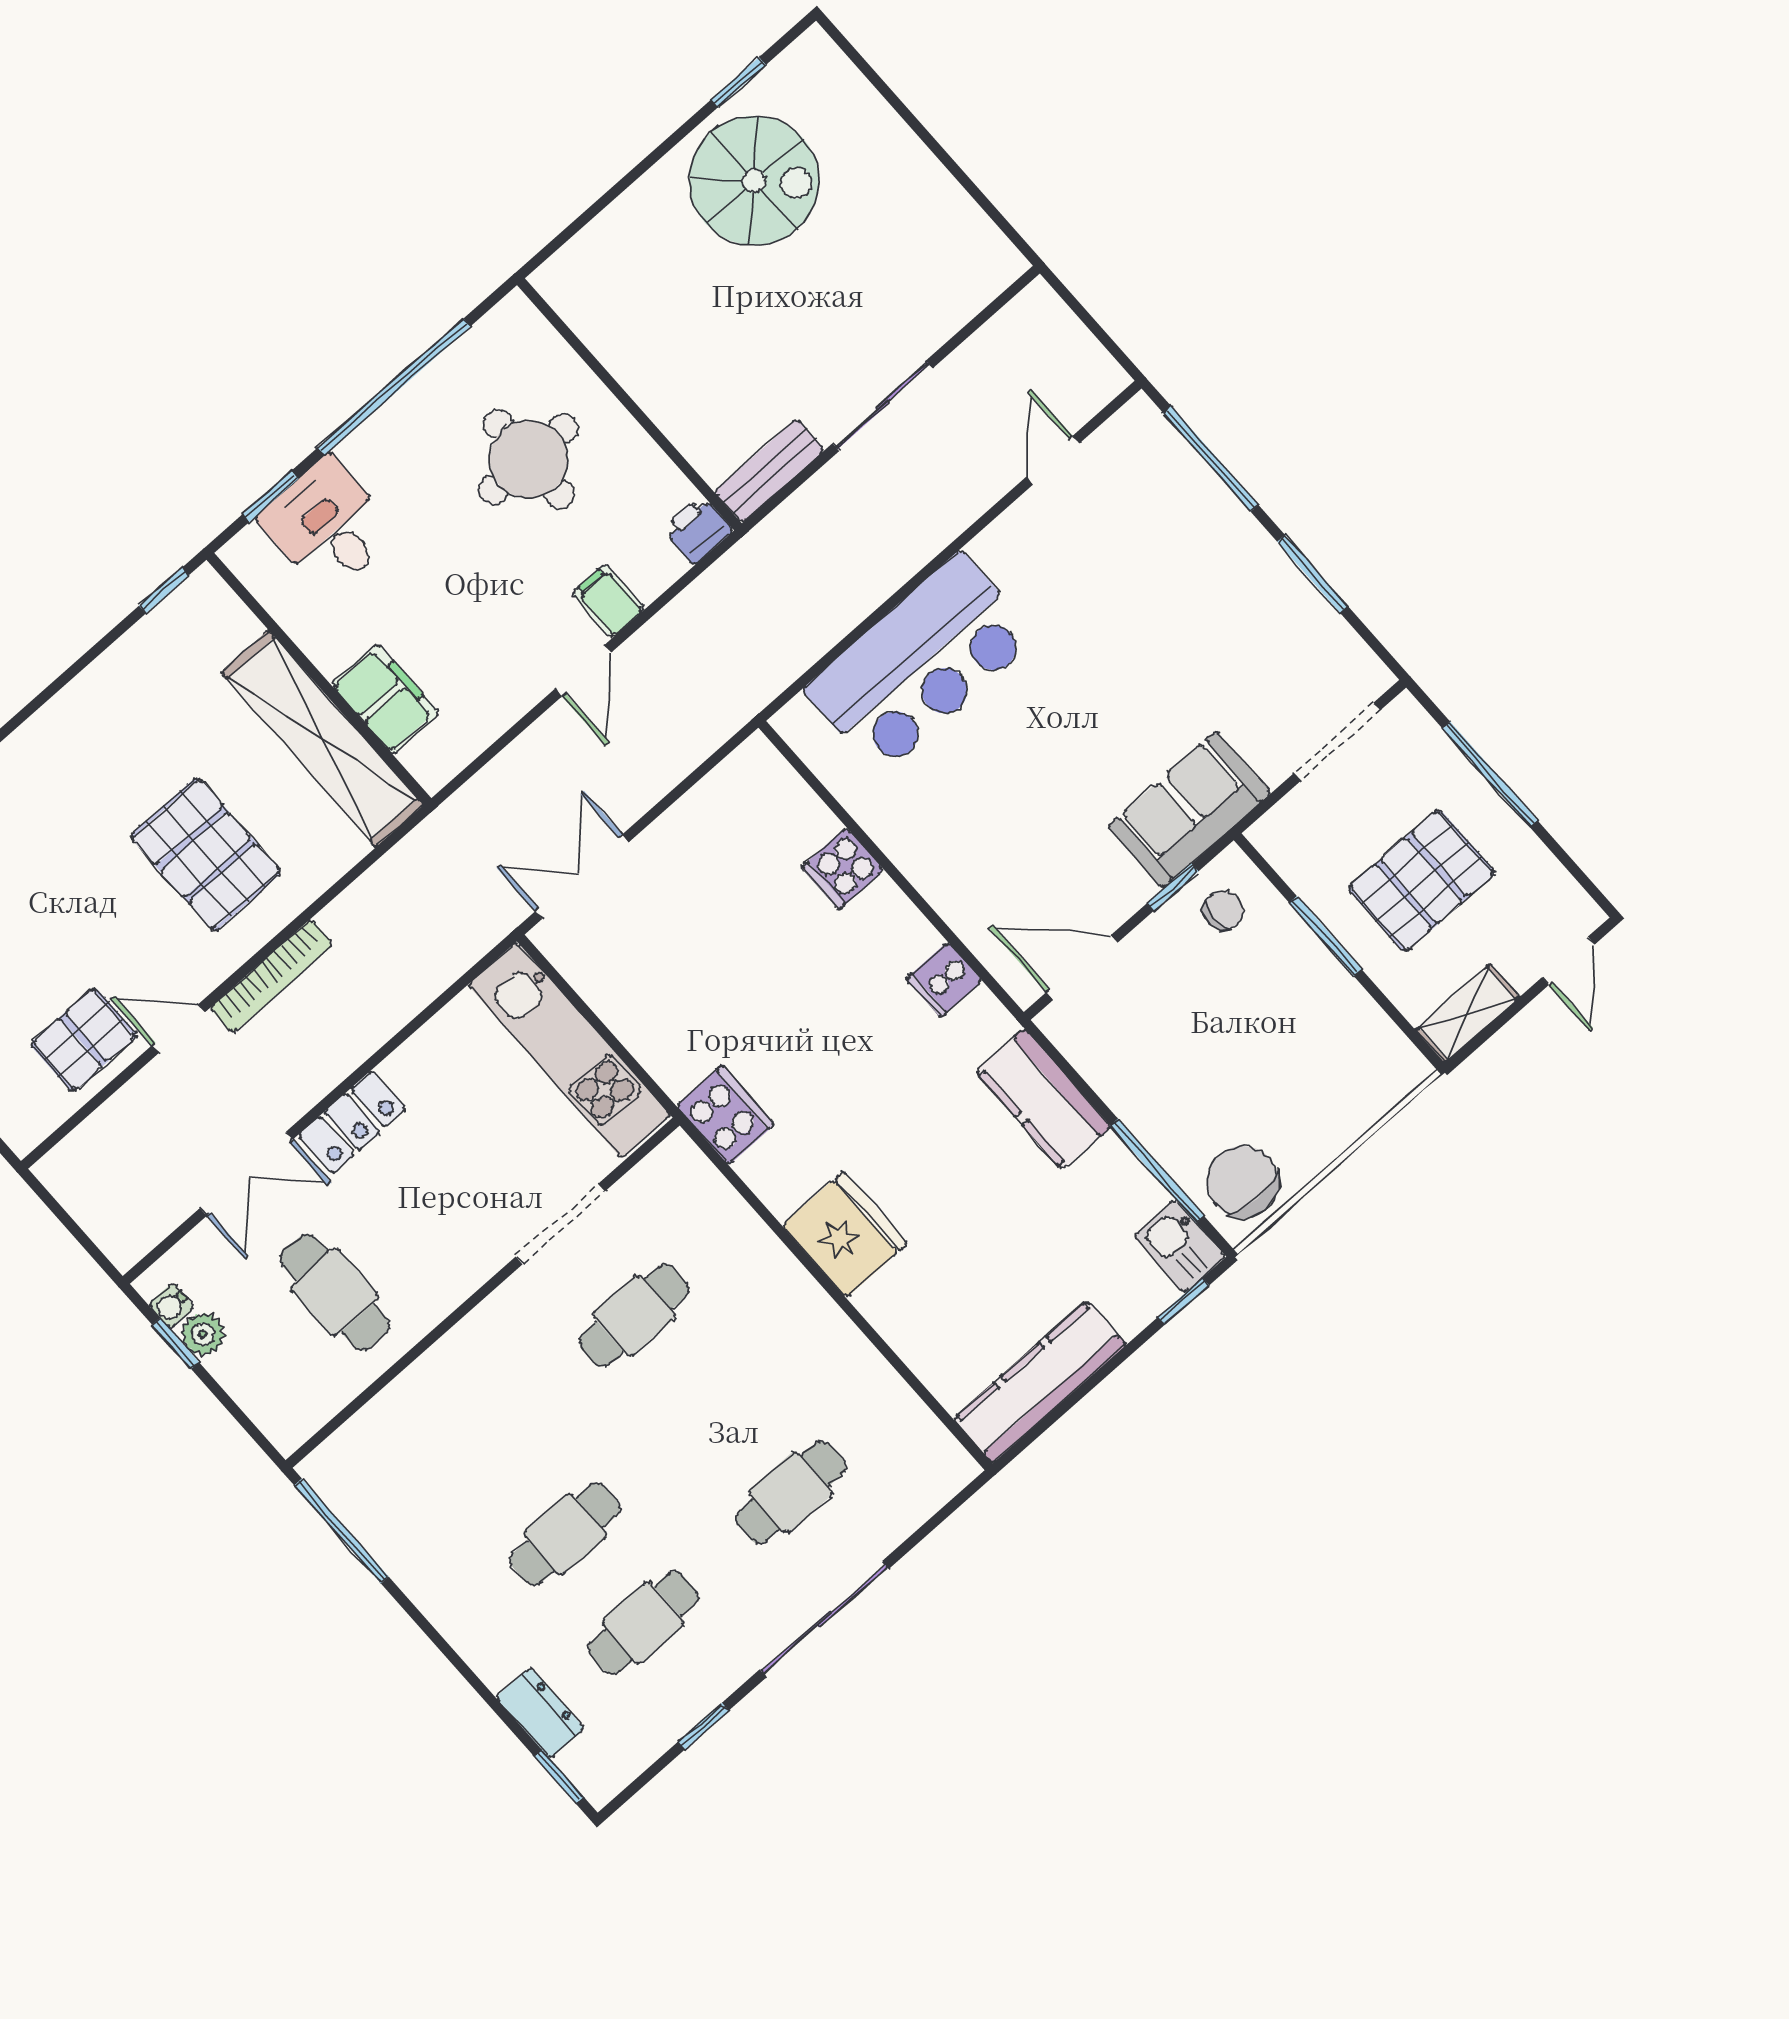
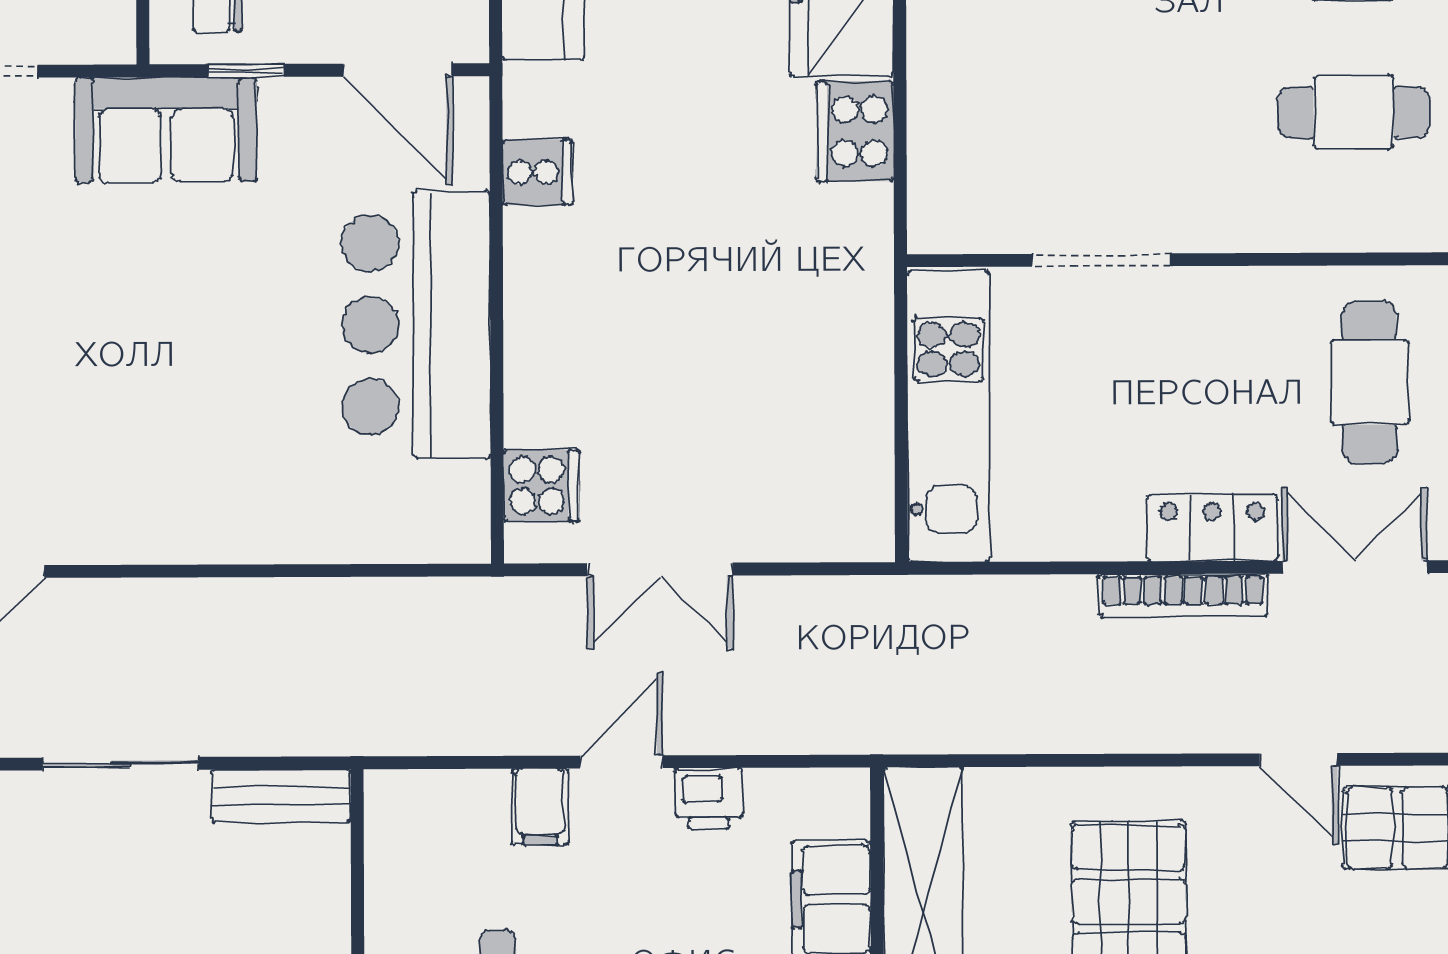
printer: (698, 530) -> (709, 799), moved
bar counter: (920, 663) -> (416, 325), moved, turned -90
cooker: (843, 869) -> (541, 485), moved
double door: (582, 877) -> (660, 569), moved
bookcase: (272, 976) -> (1183, 596), moved, turned 180
cooker: (725, 1115) -> (855, 131), moved
cafe table: (634, 1315) -> (1353, 112), moved

